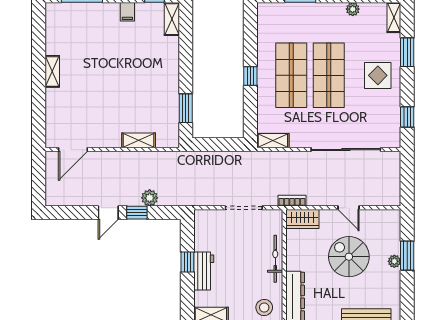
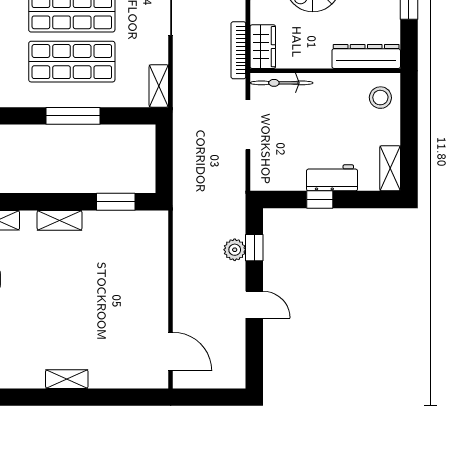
window: (250, 76) -> (73, 116), width x2.17
shelving: (139, 140) -> (60, 220), moved, turned 90
bookcase: (292, 201) -> (238, 50), width x1.56
window: (137, 213) -> (254, 248), moved
bicycle: (275, 259) -> (282, 83), moved

